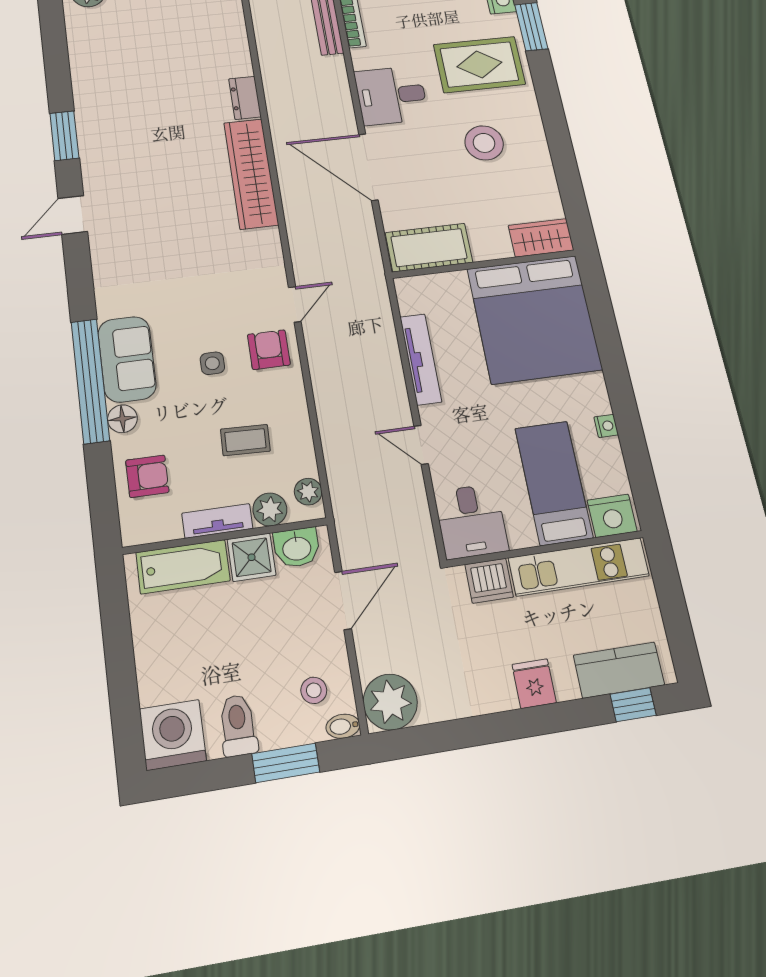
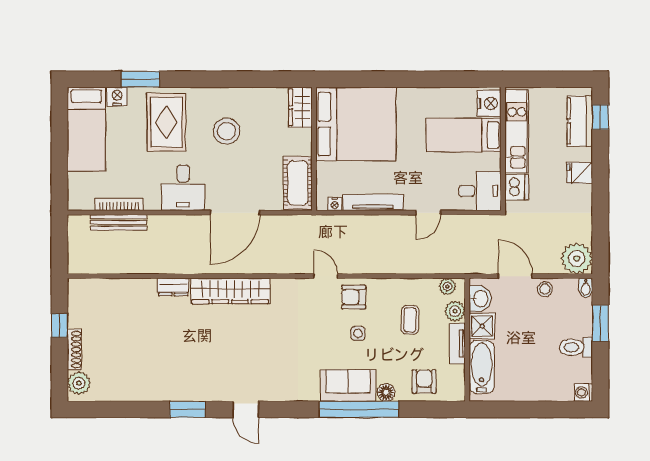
nightstand: (606, 426) -> (335, 204), moved, turned 180
stool: (314, 690) -> (545, 289), moved
washing machine: (173, 735) -> (583, 392), width x0.53, depth x0.53

